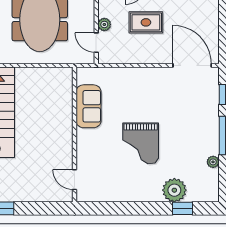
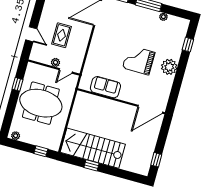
grand piano: (141, 143) -> (139, 60), turned 180
door: (74, 180) -> (150, 109), width x1.87
plant: (174, 190) -> (169, 67), moved

